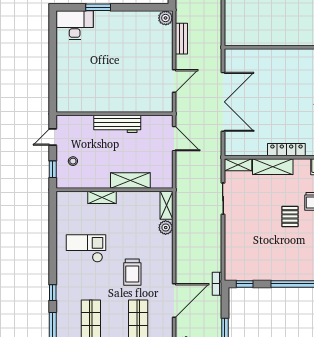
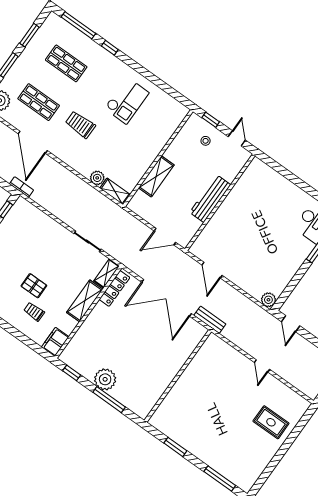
bench: (181, 39) -> (210, 320), moved
locker: (286, 150) -> (114, 288), moved
shelving: (102, 197) -> (159, 143), removed

